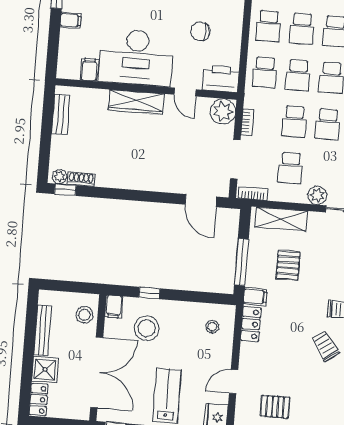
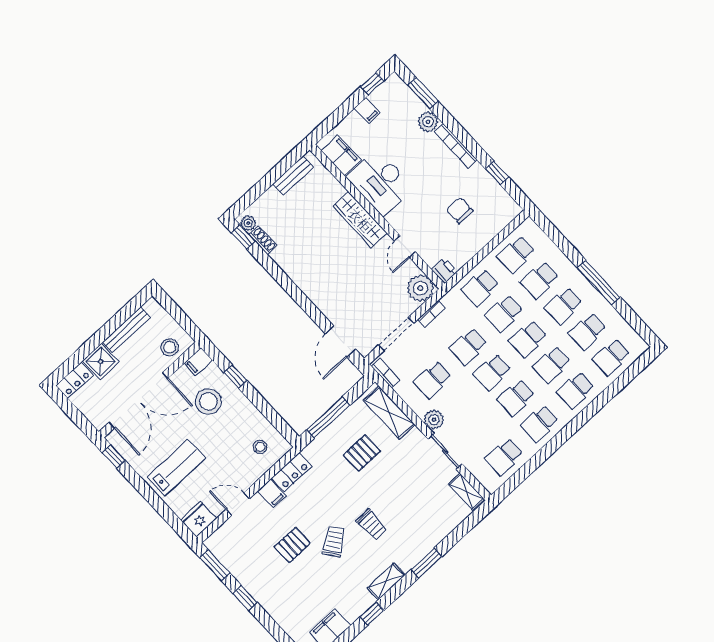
desk: (136, 57) -> (380, 182), width x0.73, depth x0.77
filing cabinet: (89, 70) -> (341, 155), width x2.00
printer: (221, 79) -> (445, 271), width x0.53, depth x0.68
filing cabinet: (255, 297) -> (272, 493), moved
pallet: (275, 407) -> (292, 545), moved, turned 90

